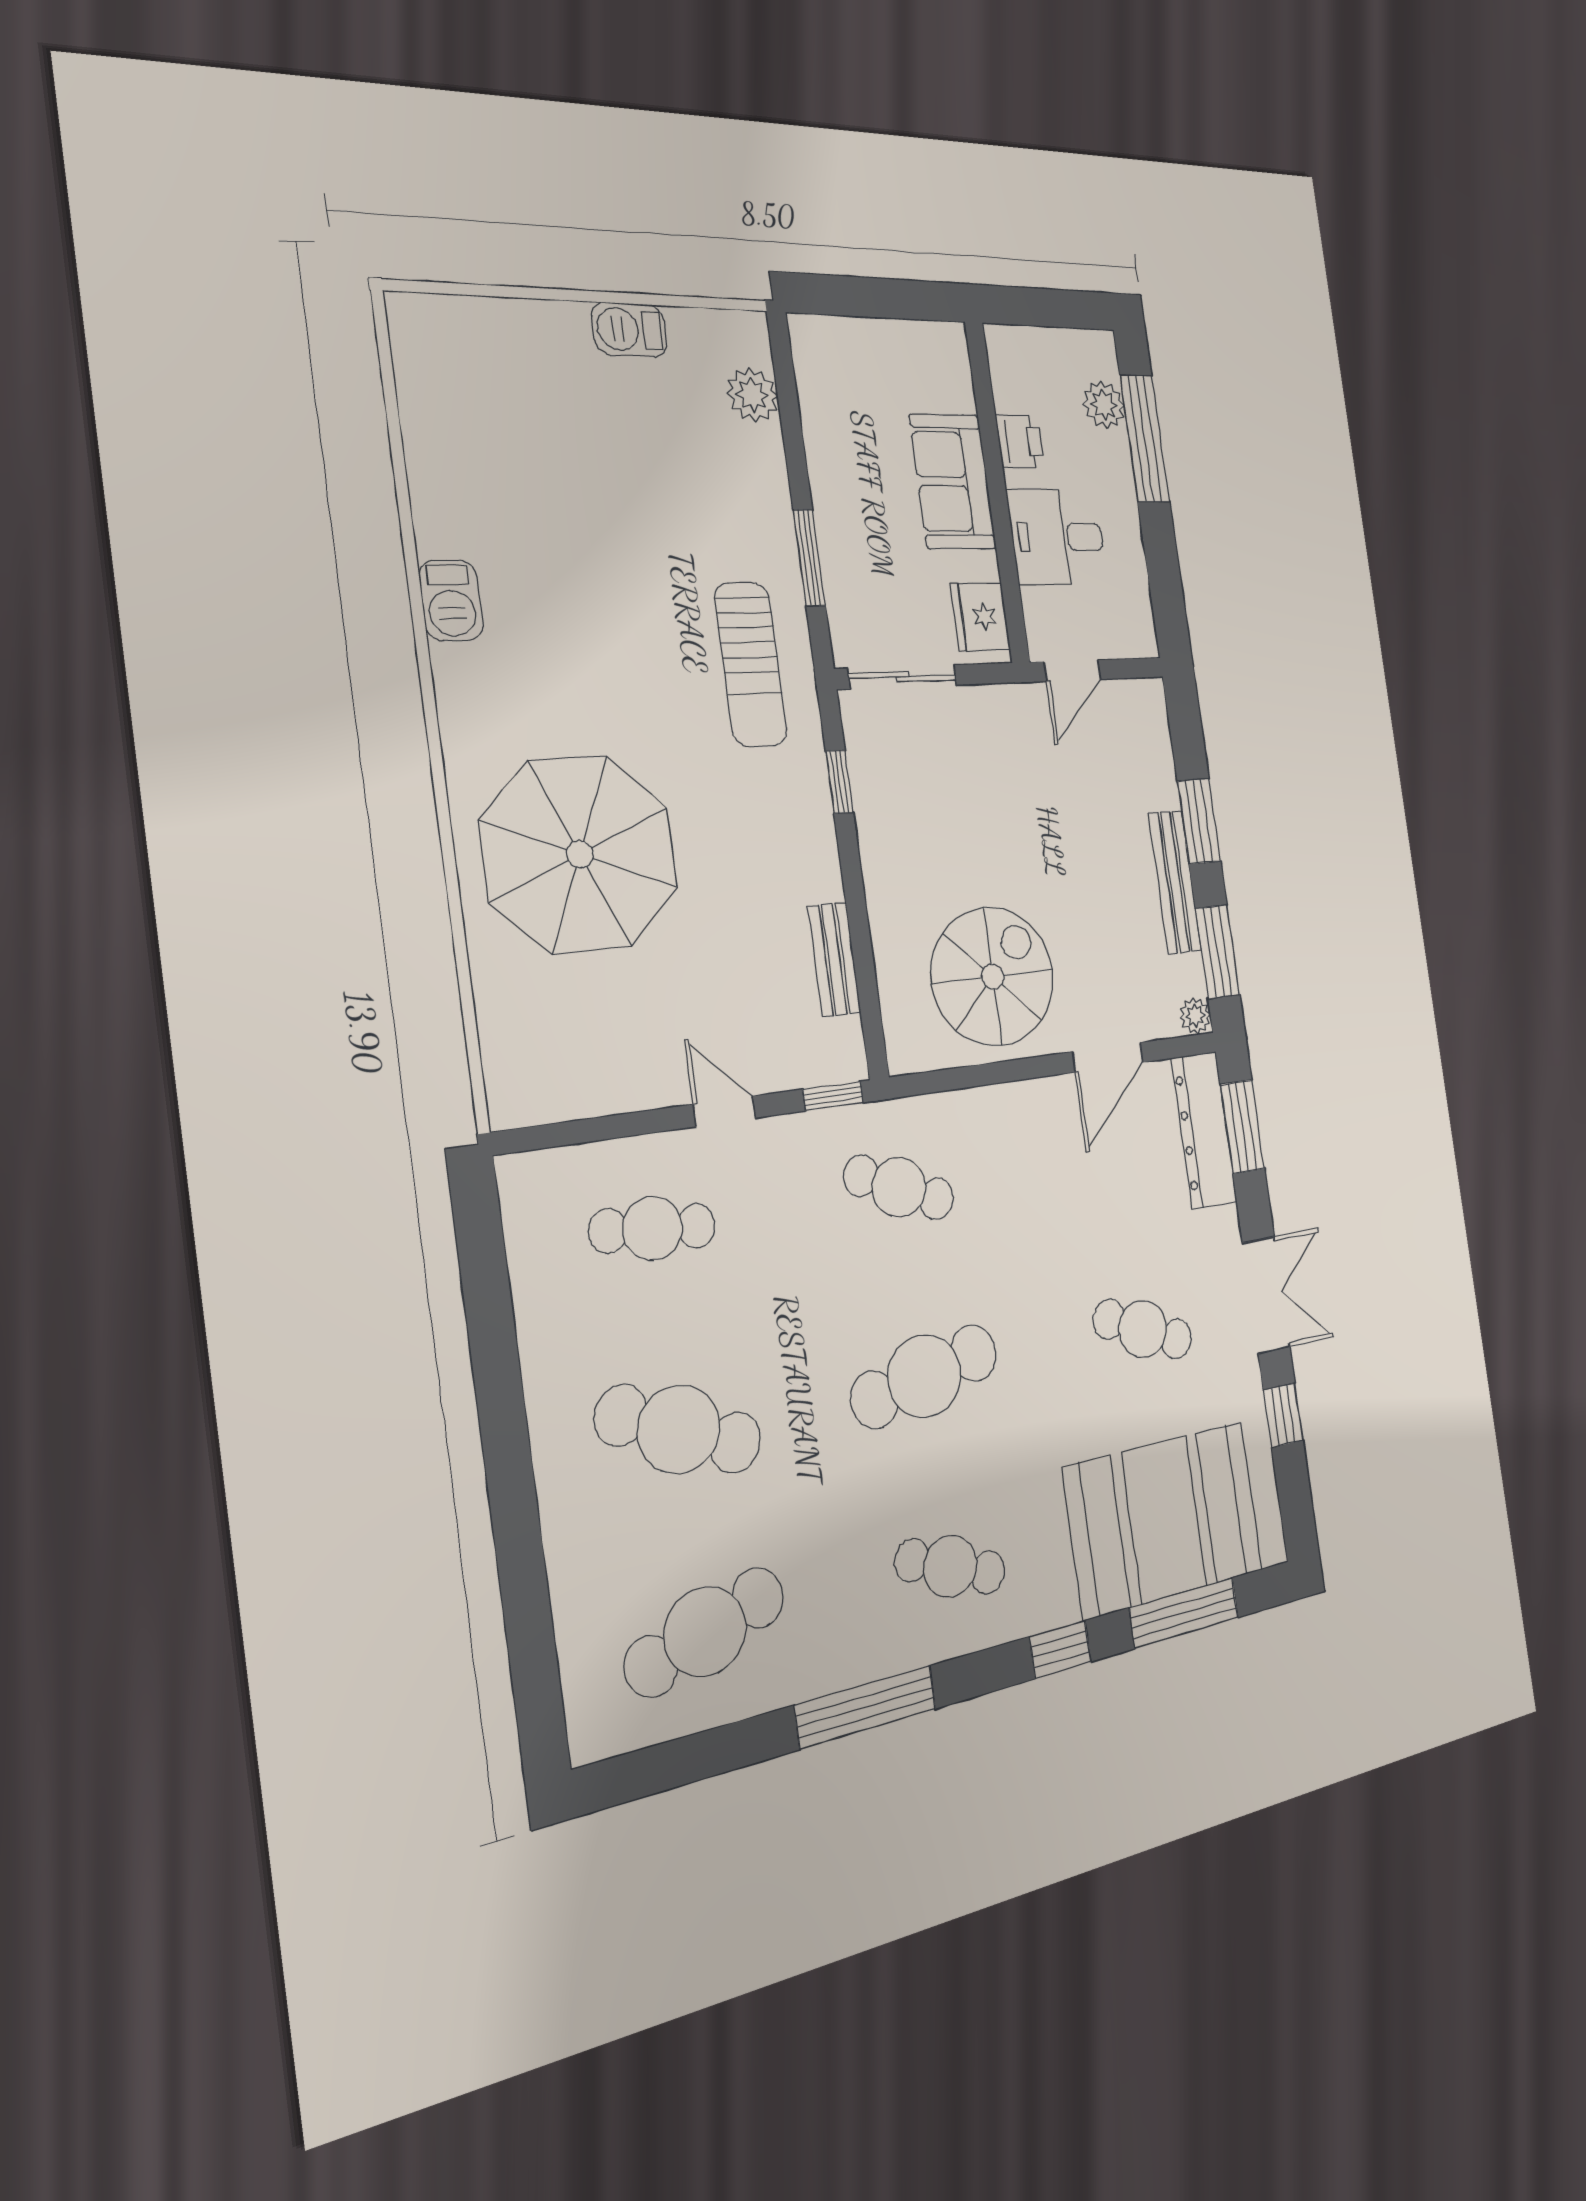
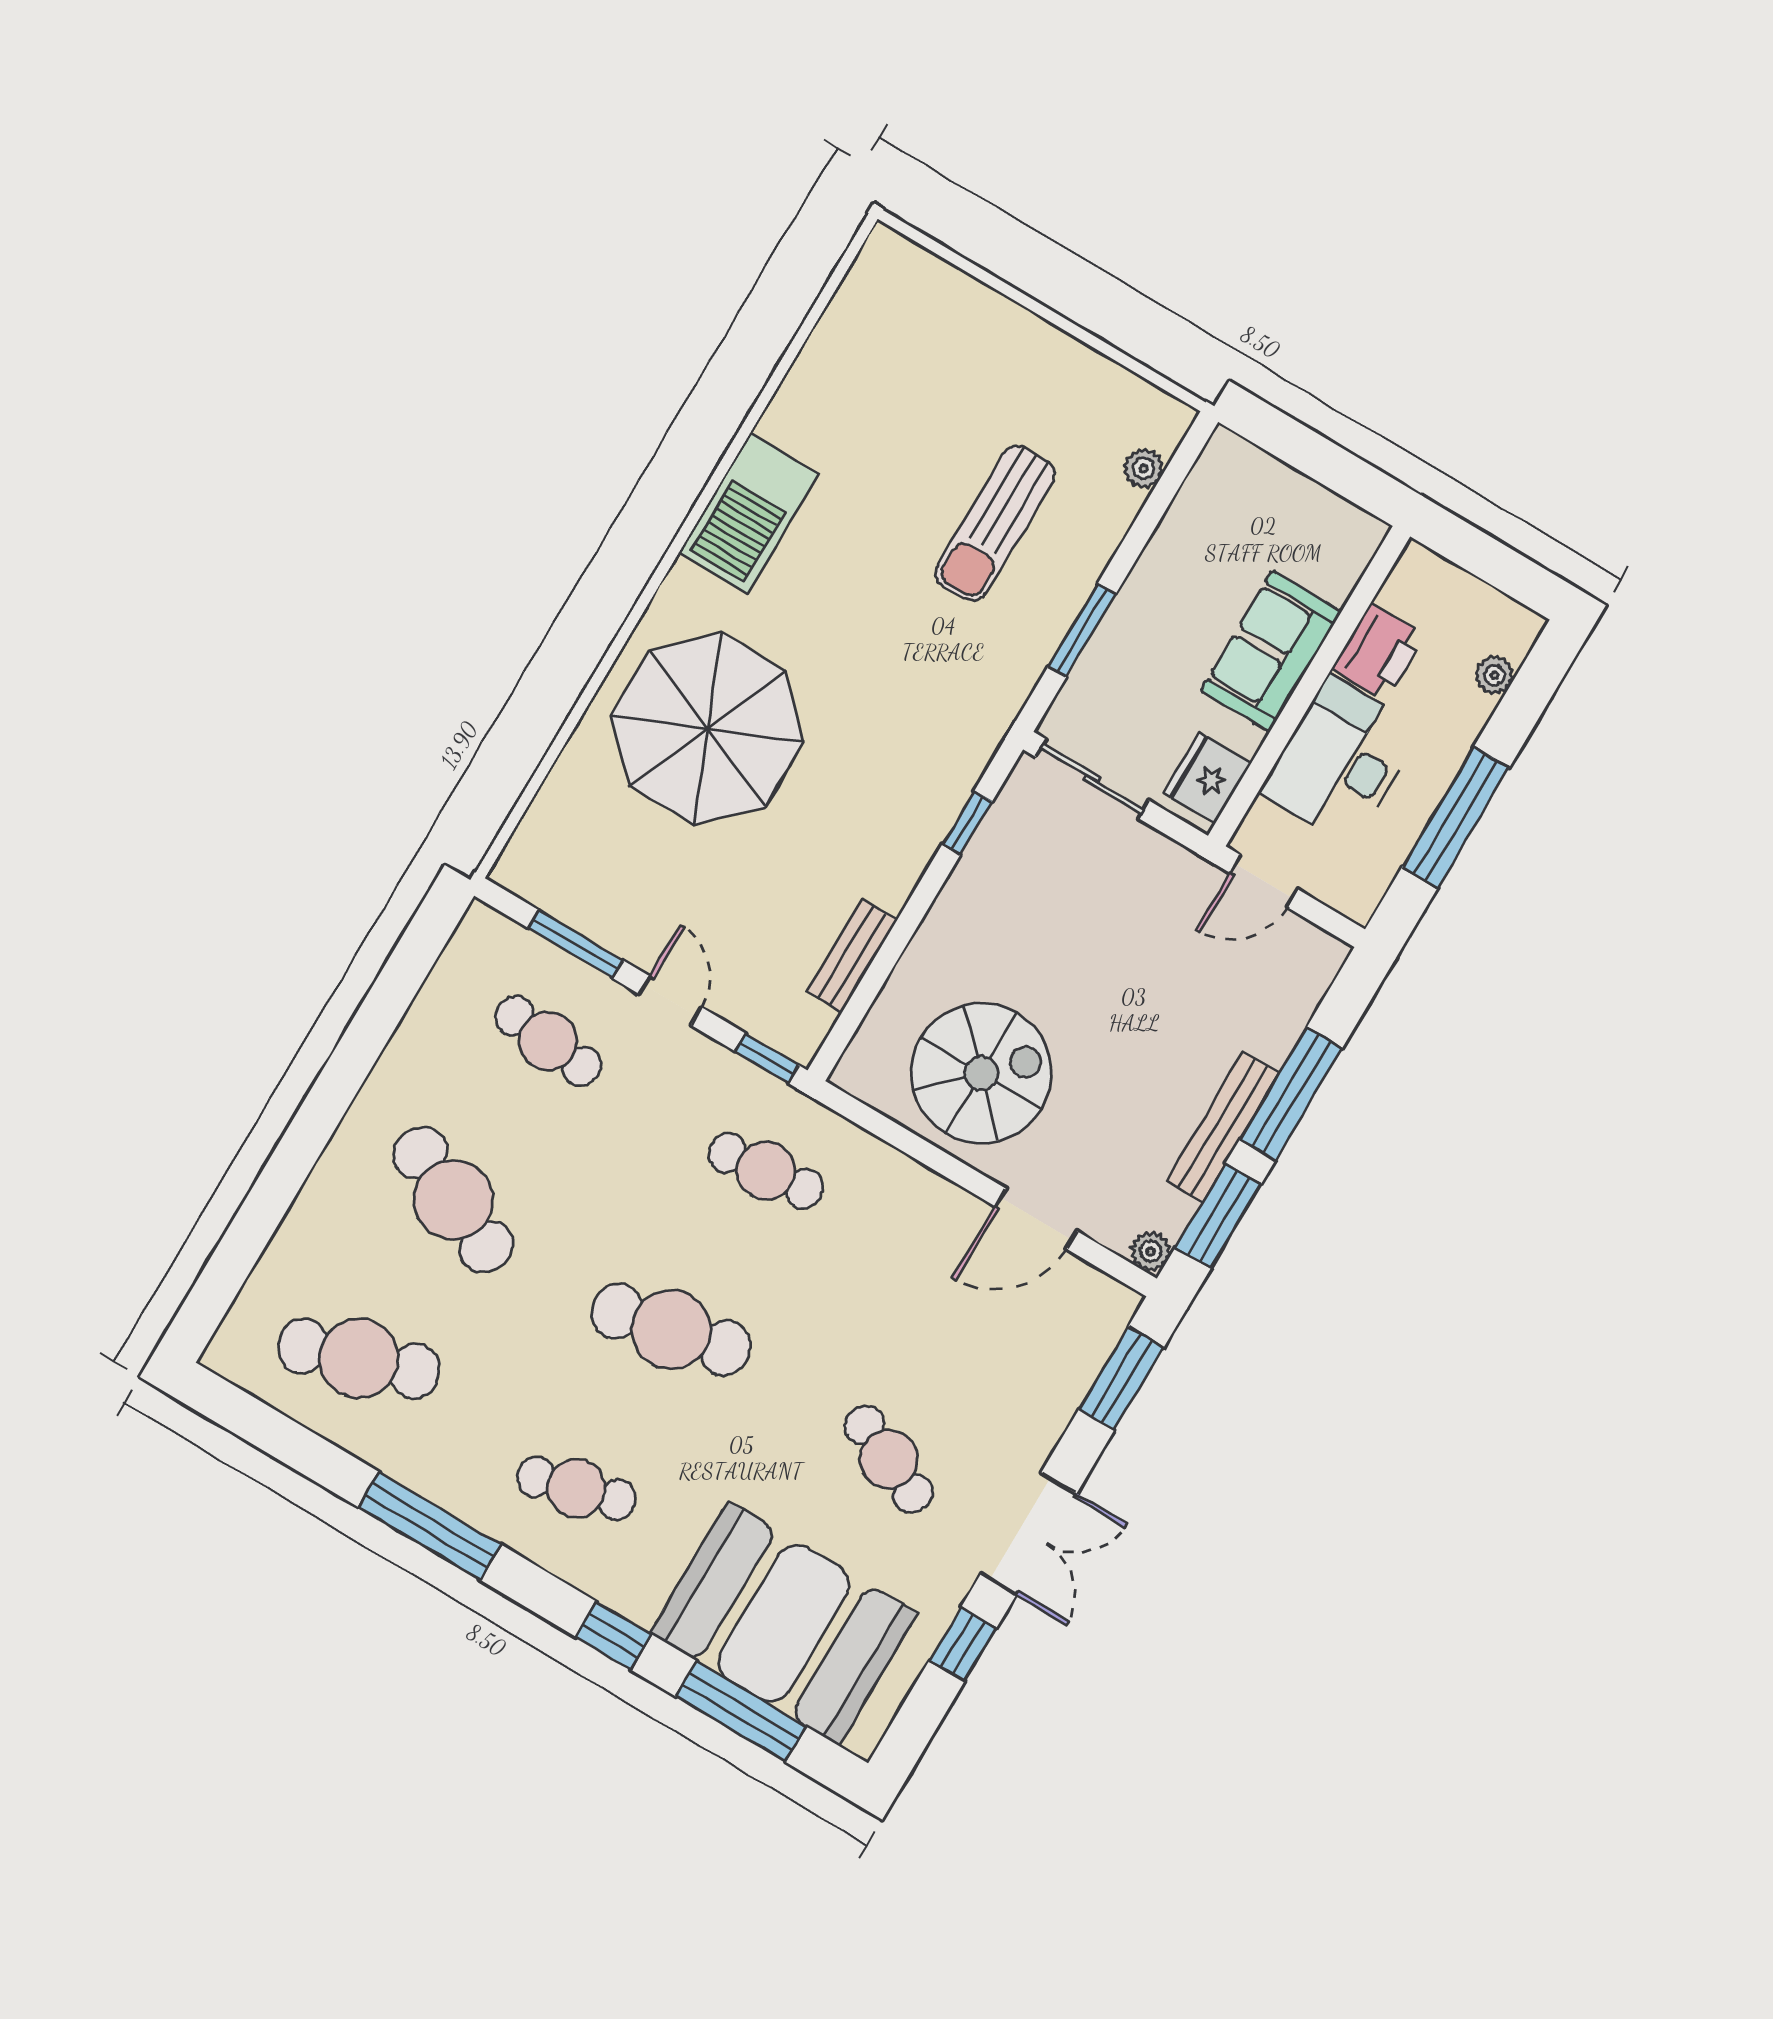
barbecue: (629, 330) -> (1062, 359), removed
plant: (752, 395) -> (1144, 468), width x0.73, depth x0.73
plant: (1104, 405) -> (1494, 675), width x0.73, depth x0.73
window: (1145, 439) -> (1456, 817), moved
printer: (1020, 441) -> (1378, 652), width x1.36, depth x1.24
desk: (1057, 537) -> (1341, 760), width x1.37
barbecue: (451, 600) -> (749, 513), width x1.88, depth x1.53
sun lounger: (751, 664) -> (995, 523), moved
window: (1199, 821) -> (1291, 1094), width x1.44
window: (612, 1127) -> (575, 944), added
dresser: (1204, 1130) -> (1081, 1351), removed
cafe table: (899, 1187) -> (766, 1171), turned -30
cafe table: (950, 1566) -> (576, 1488), turned -36

